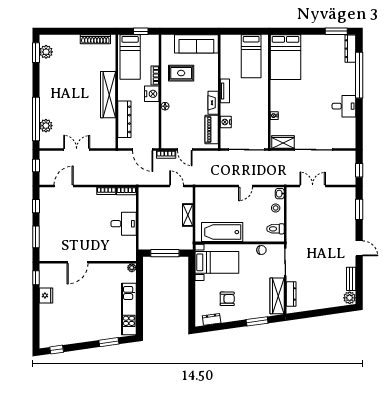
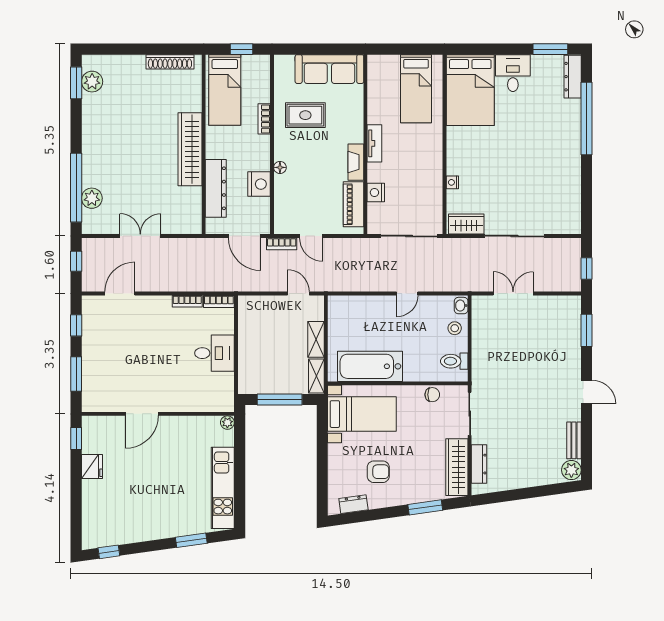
nightstand: (152, 94) -> (259, 184), moved
desk: (344, 106) -> (513, 73), moved, turned -90
shelving: (188, 238) -> (316, 376), added

